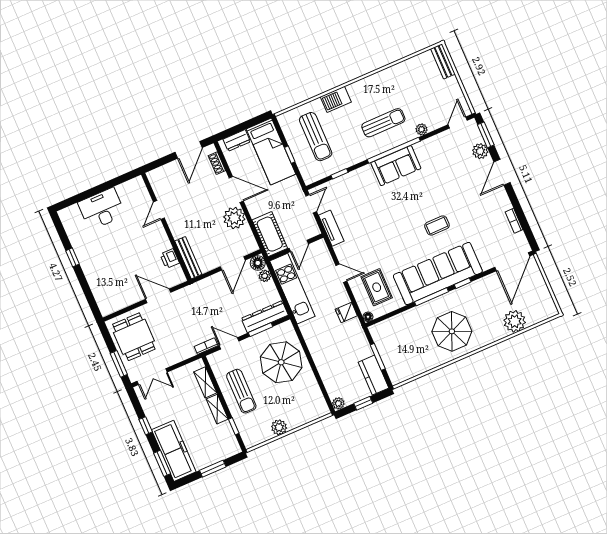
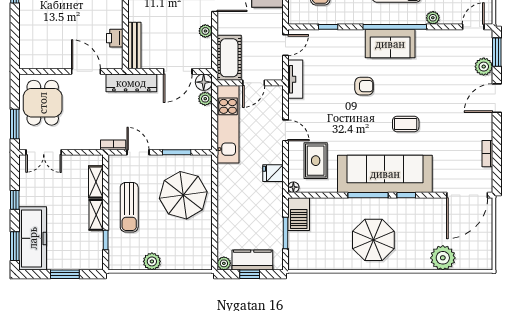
armchair: (390, 209) -> (364, 86), added
plant: (234, 218) -> (205, 31), width x0.53, depth x0.53
dresser: (265, 317) -> (131, 83), moved, turned 180
barbecue: (382, 337) -> (299, 214), added
kitchen counter: (373, 375) -> (252, 260), moved, turned 90

